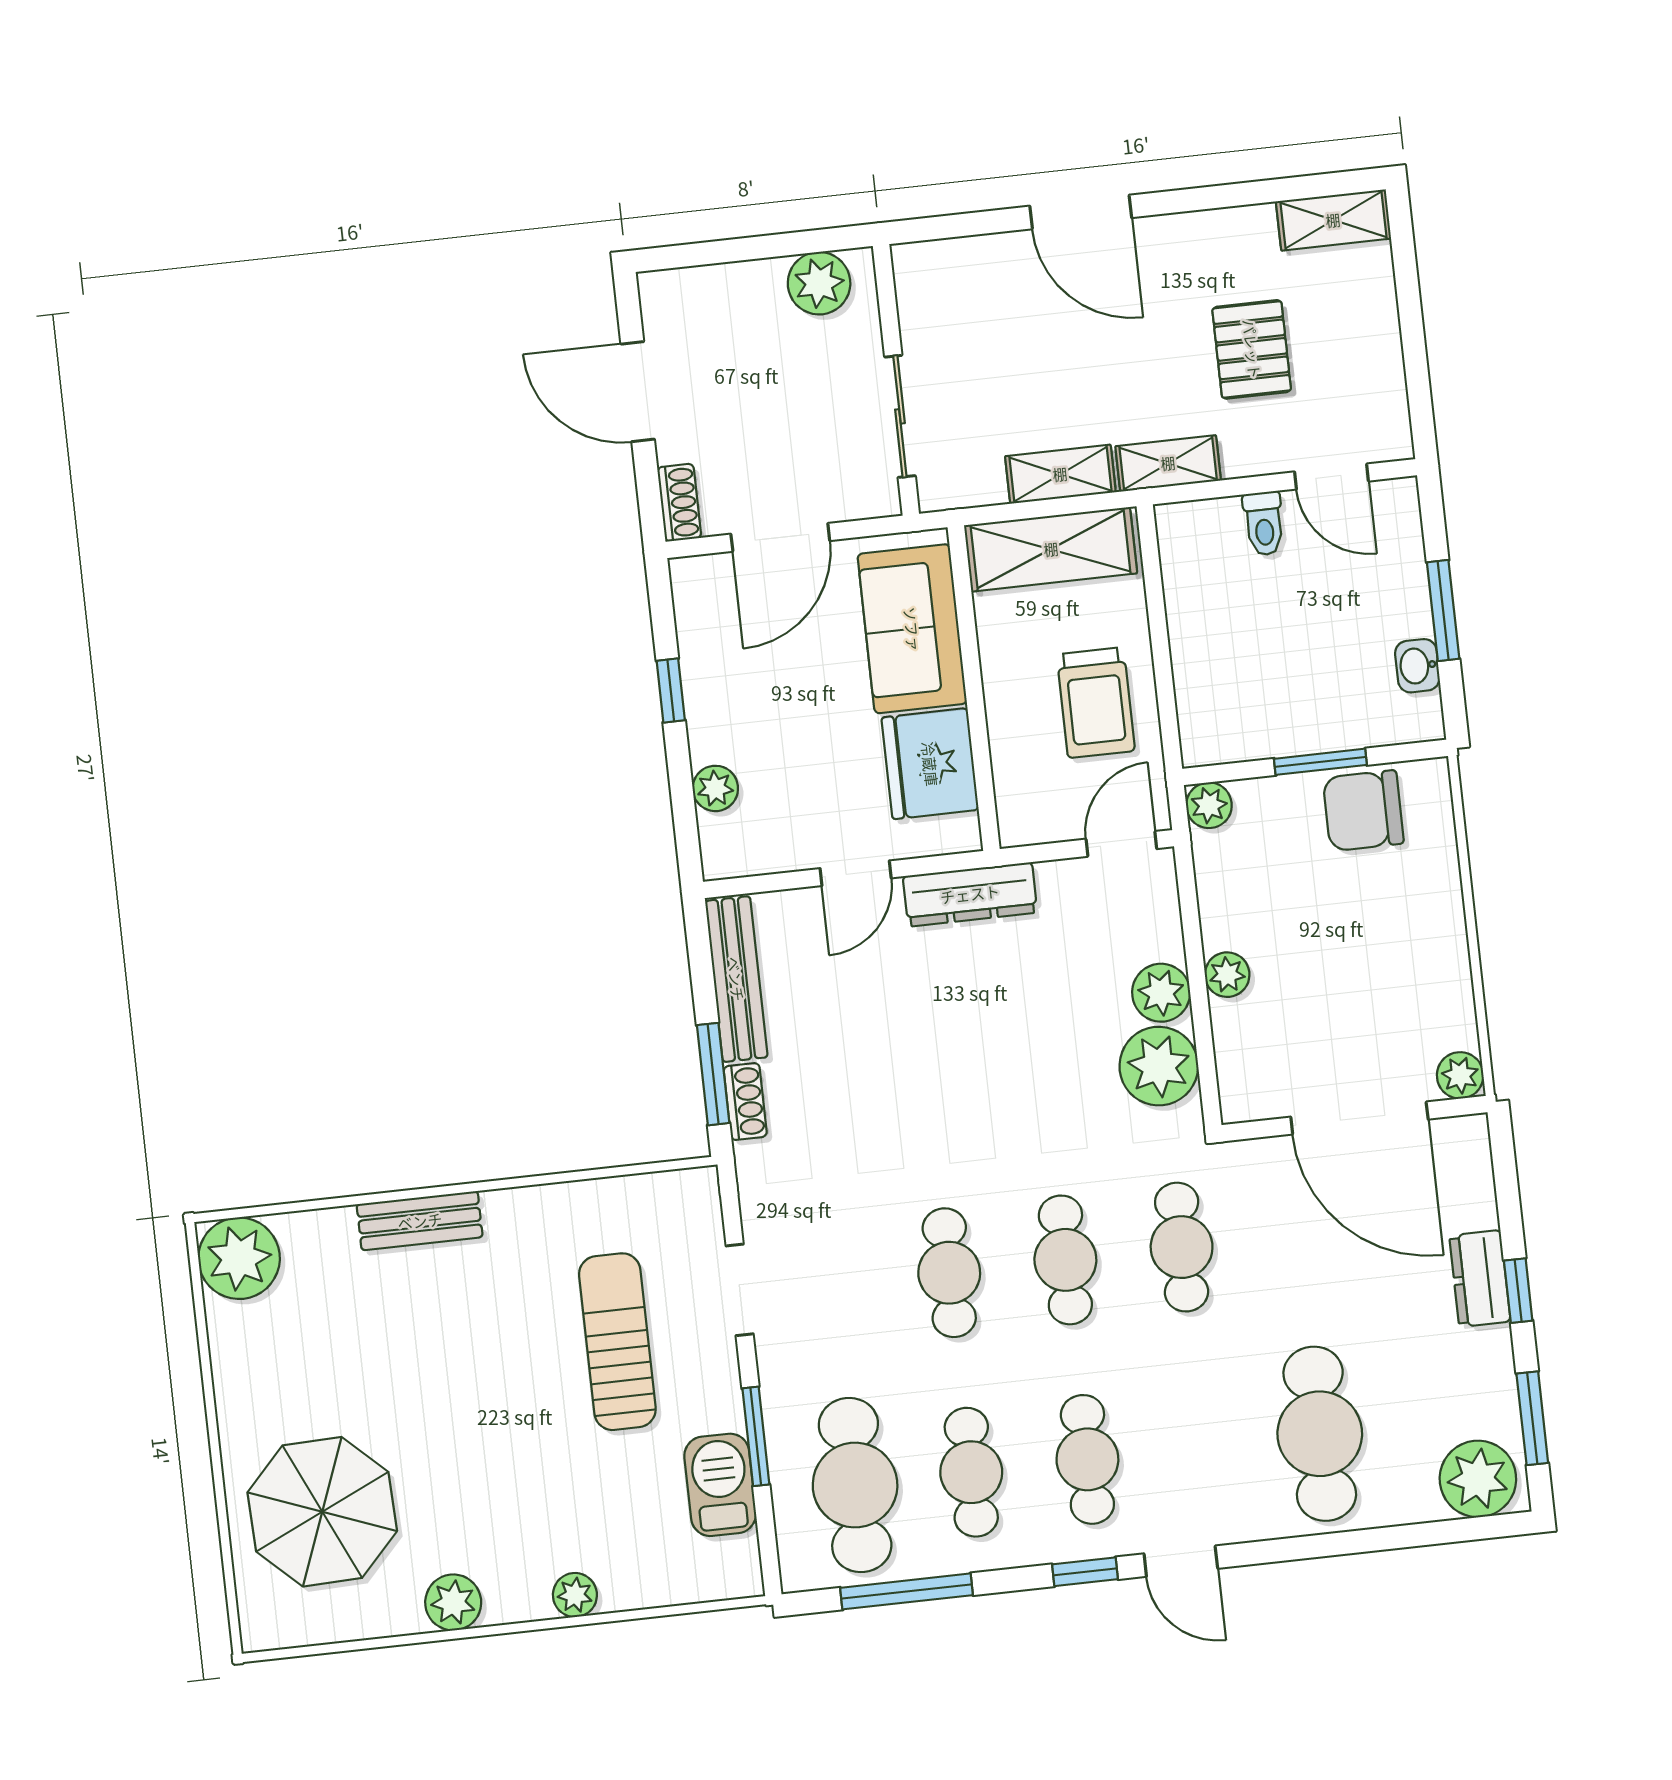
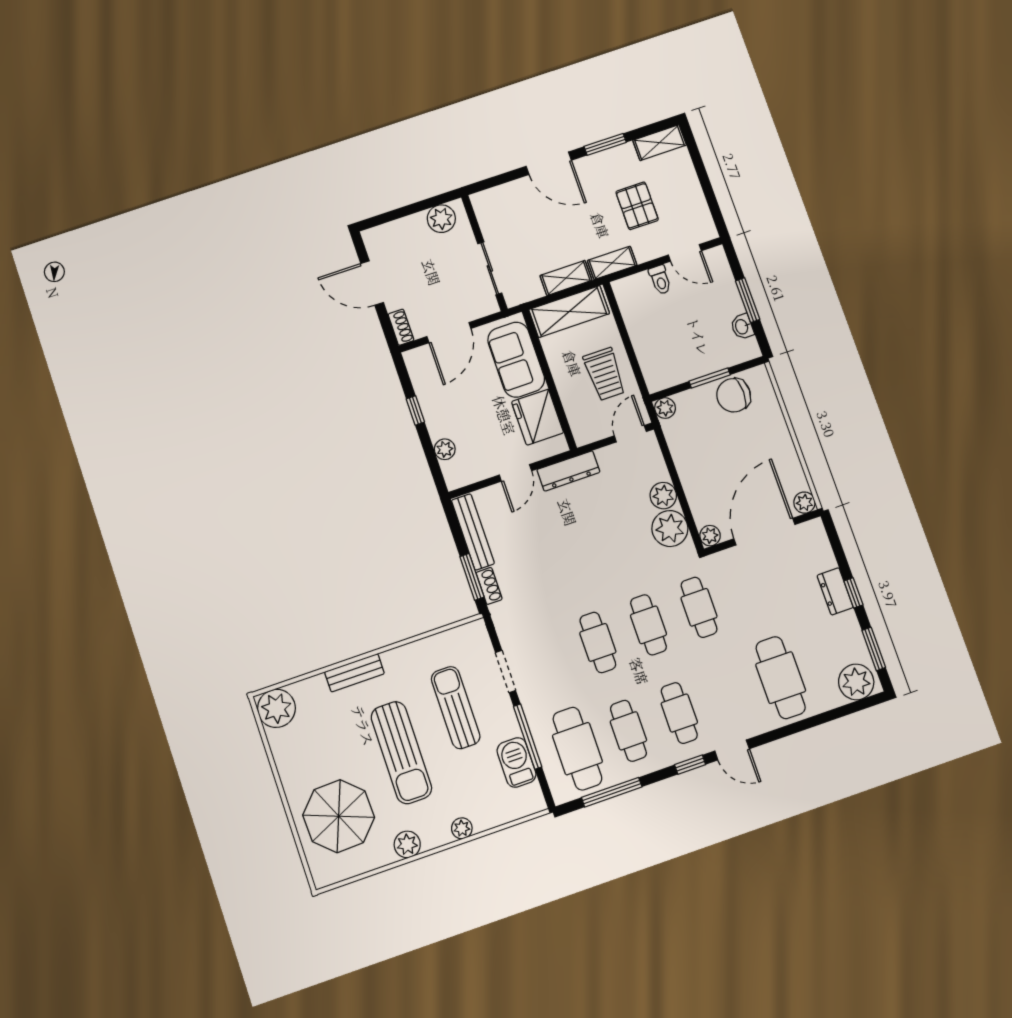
window: (1213, 197) -> (605, 144), added
plant: (1227, 975) -> (710, 536), moved
door: (1359, 1118) -> (764, 532), swing flipped
sun lounger: (482, 1410) -> (401, 753), added
window: (756, 1436) -> (528, 737), width x1.44

